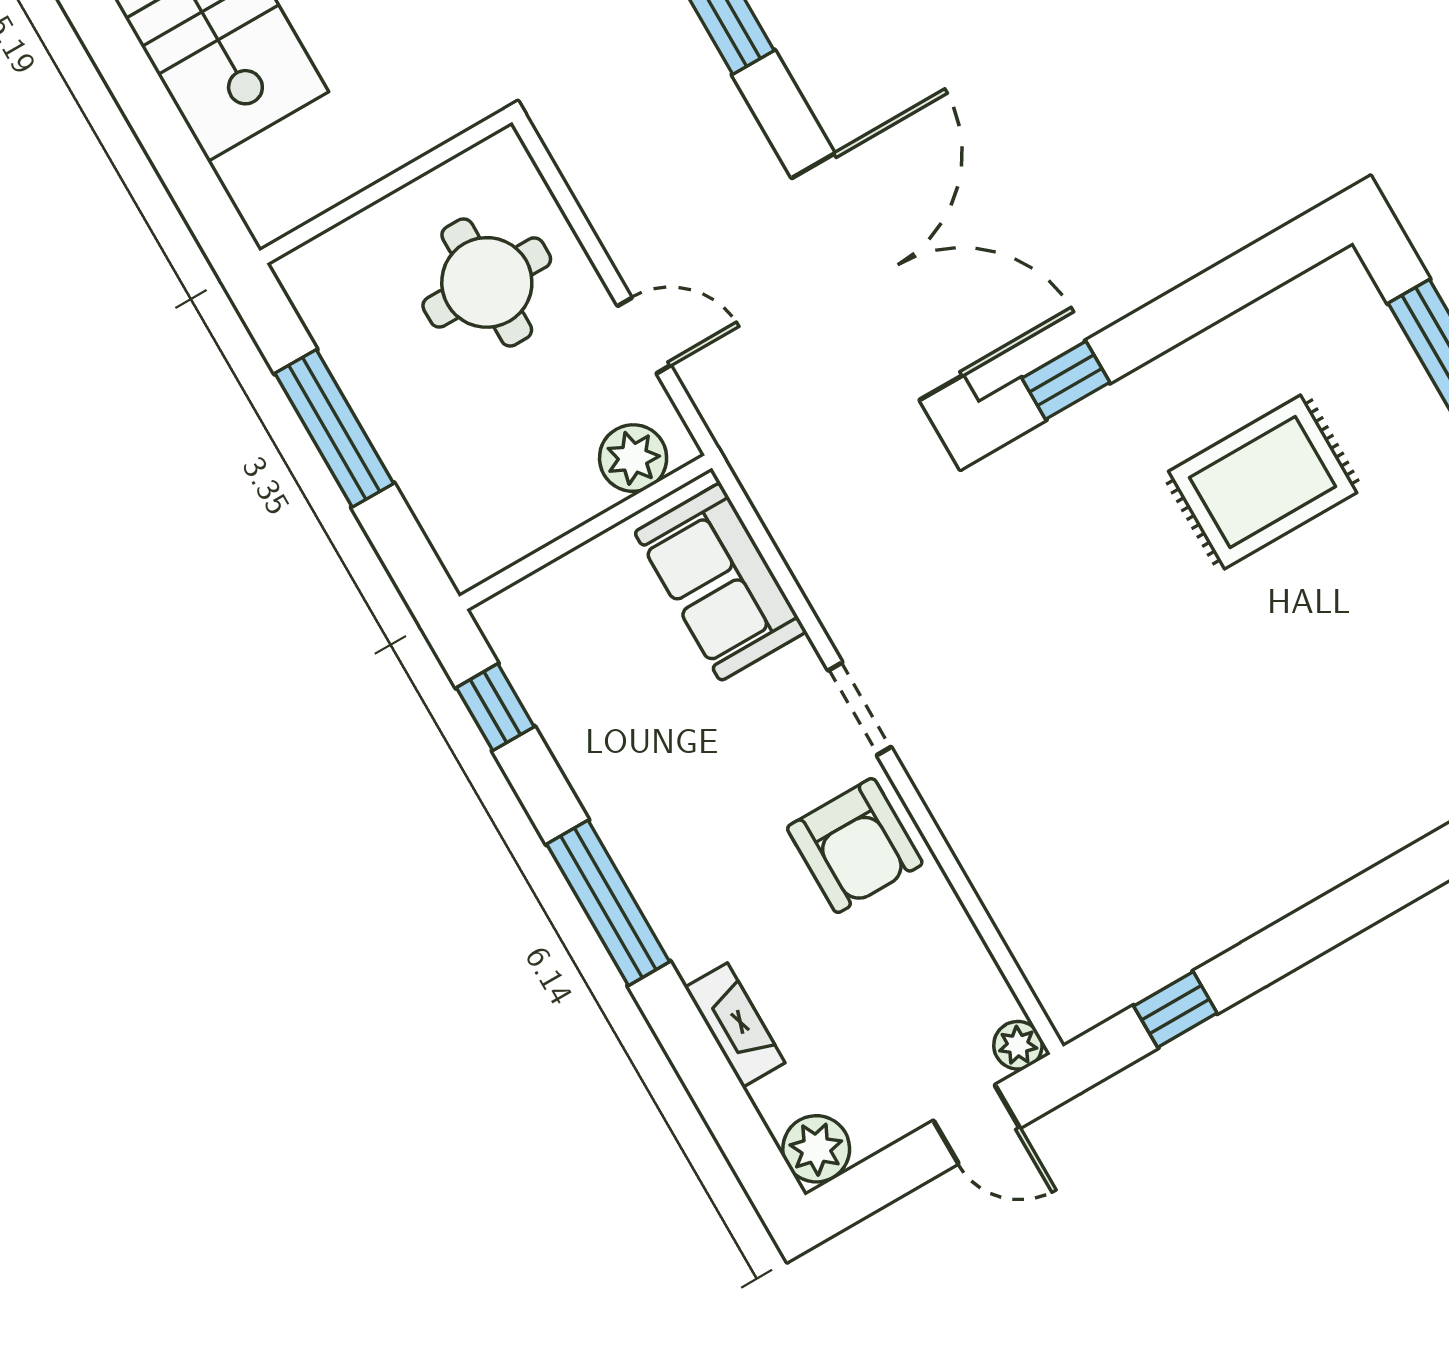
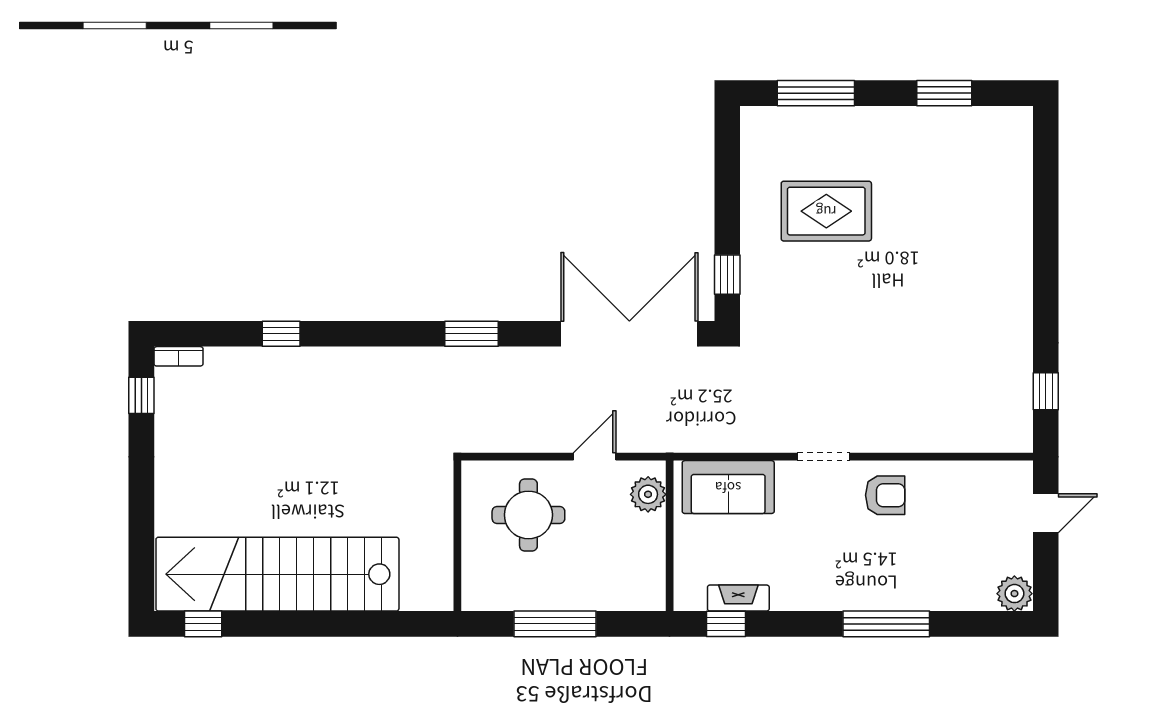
rug: (1263, 482) -> (826, 211), turned 90
armchair: (855, 846) -> (885, 495), width x0.72, depth x0.72
window: (608, 903) -> (886, 624), moved
fireplace: (735, 1025) -> (738, 598), moved
plant: (1018, 1045) -> (1020, 473), removed

